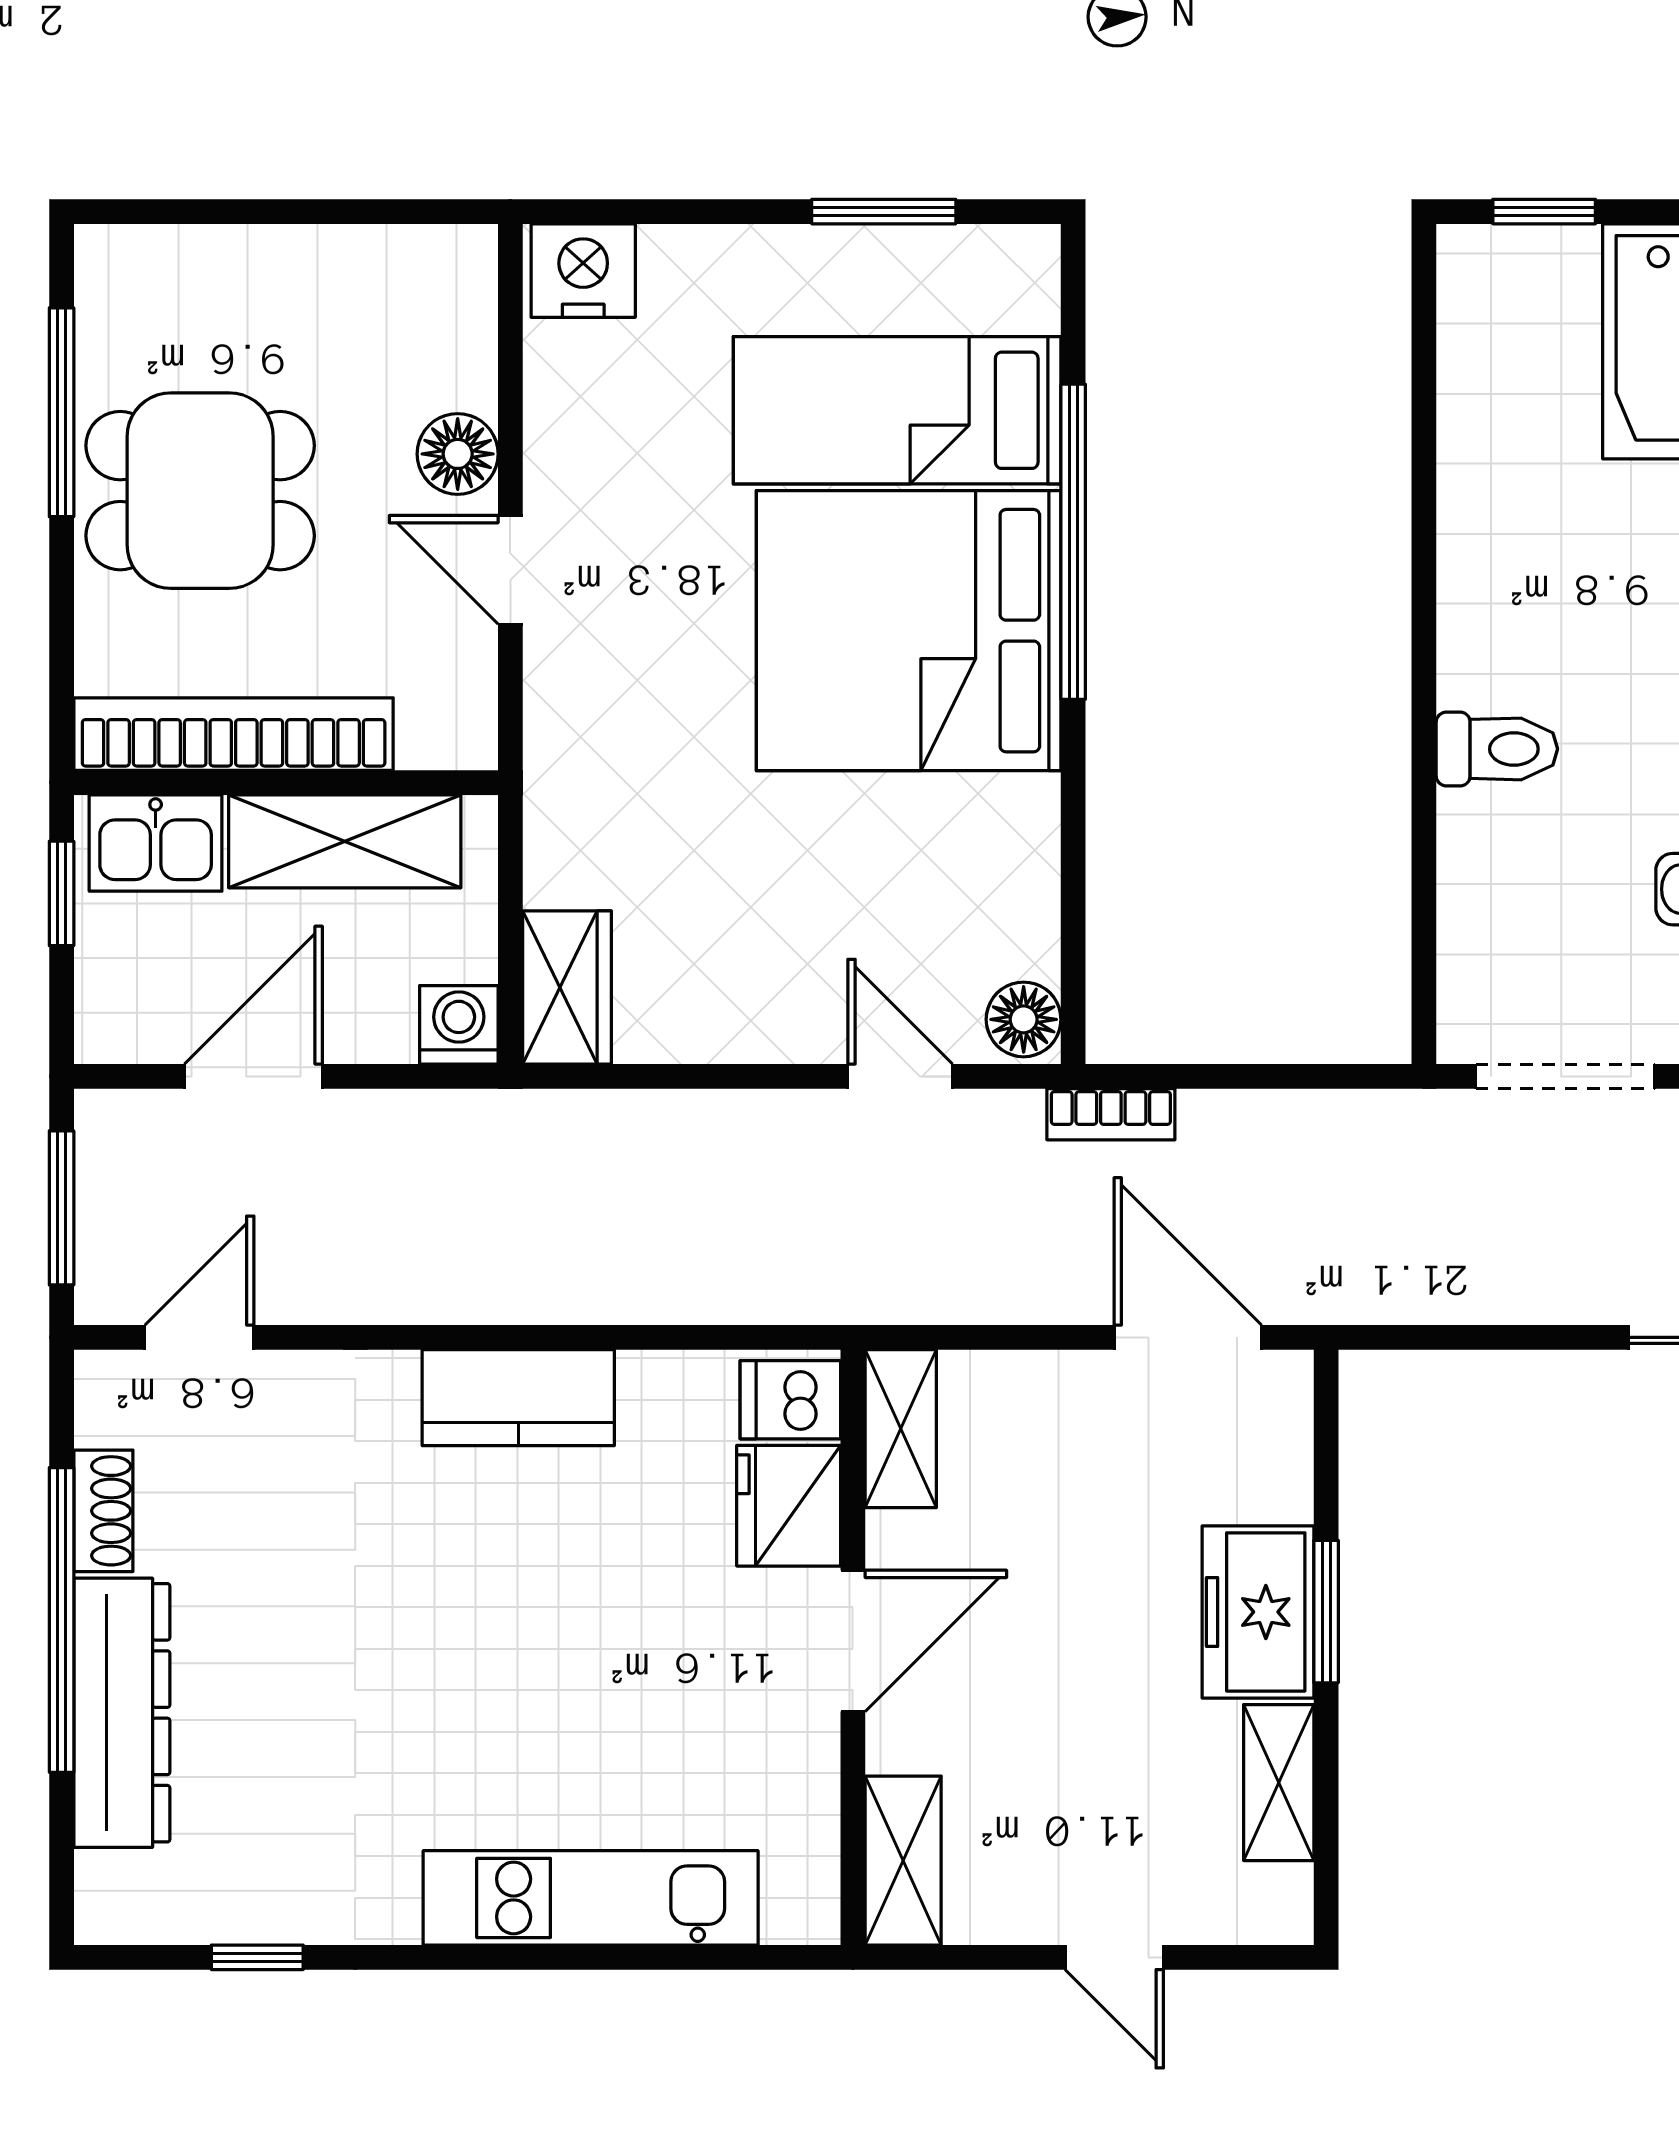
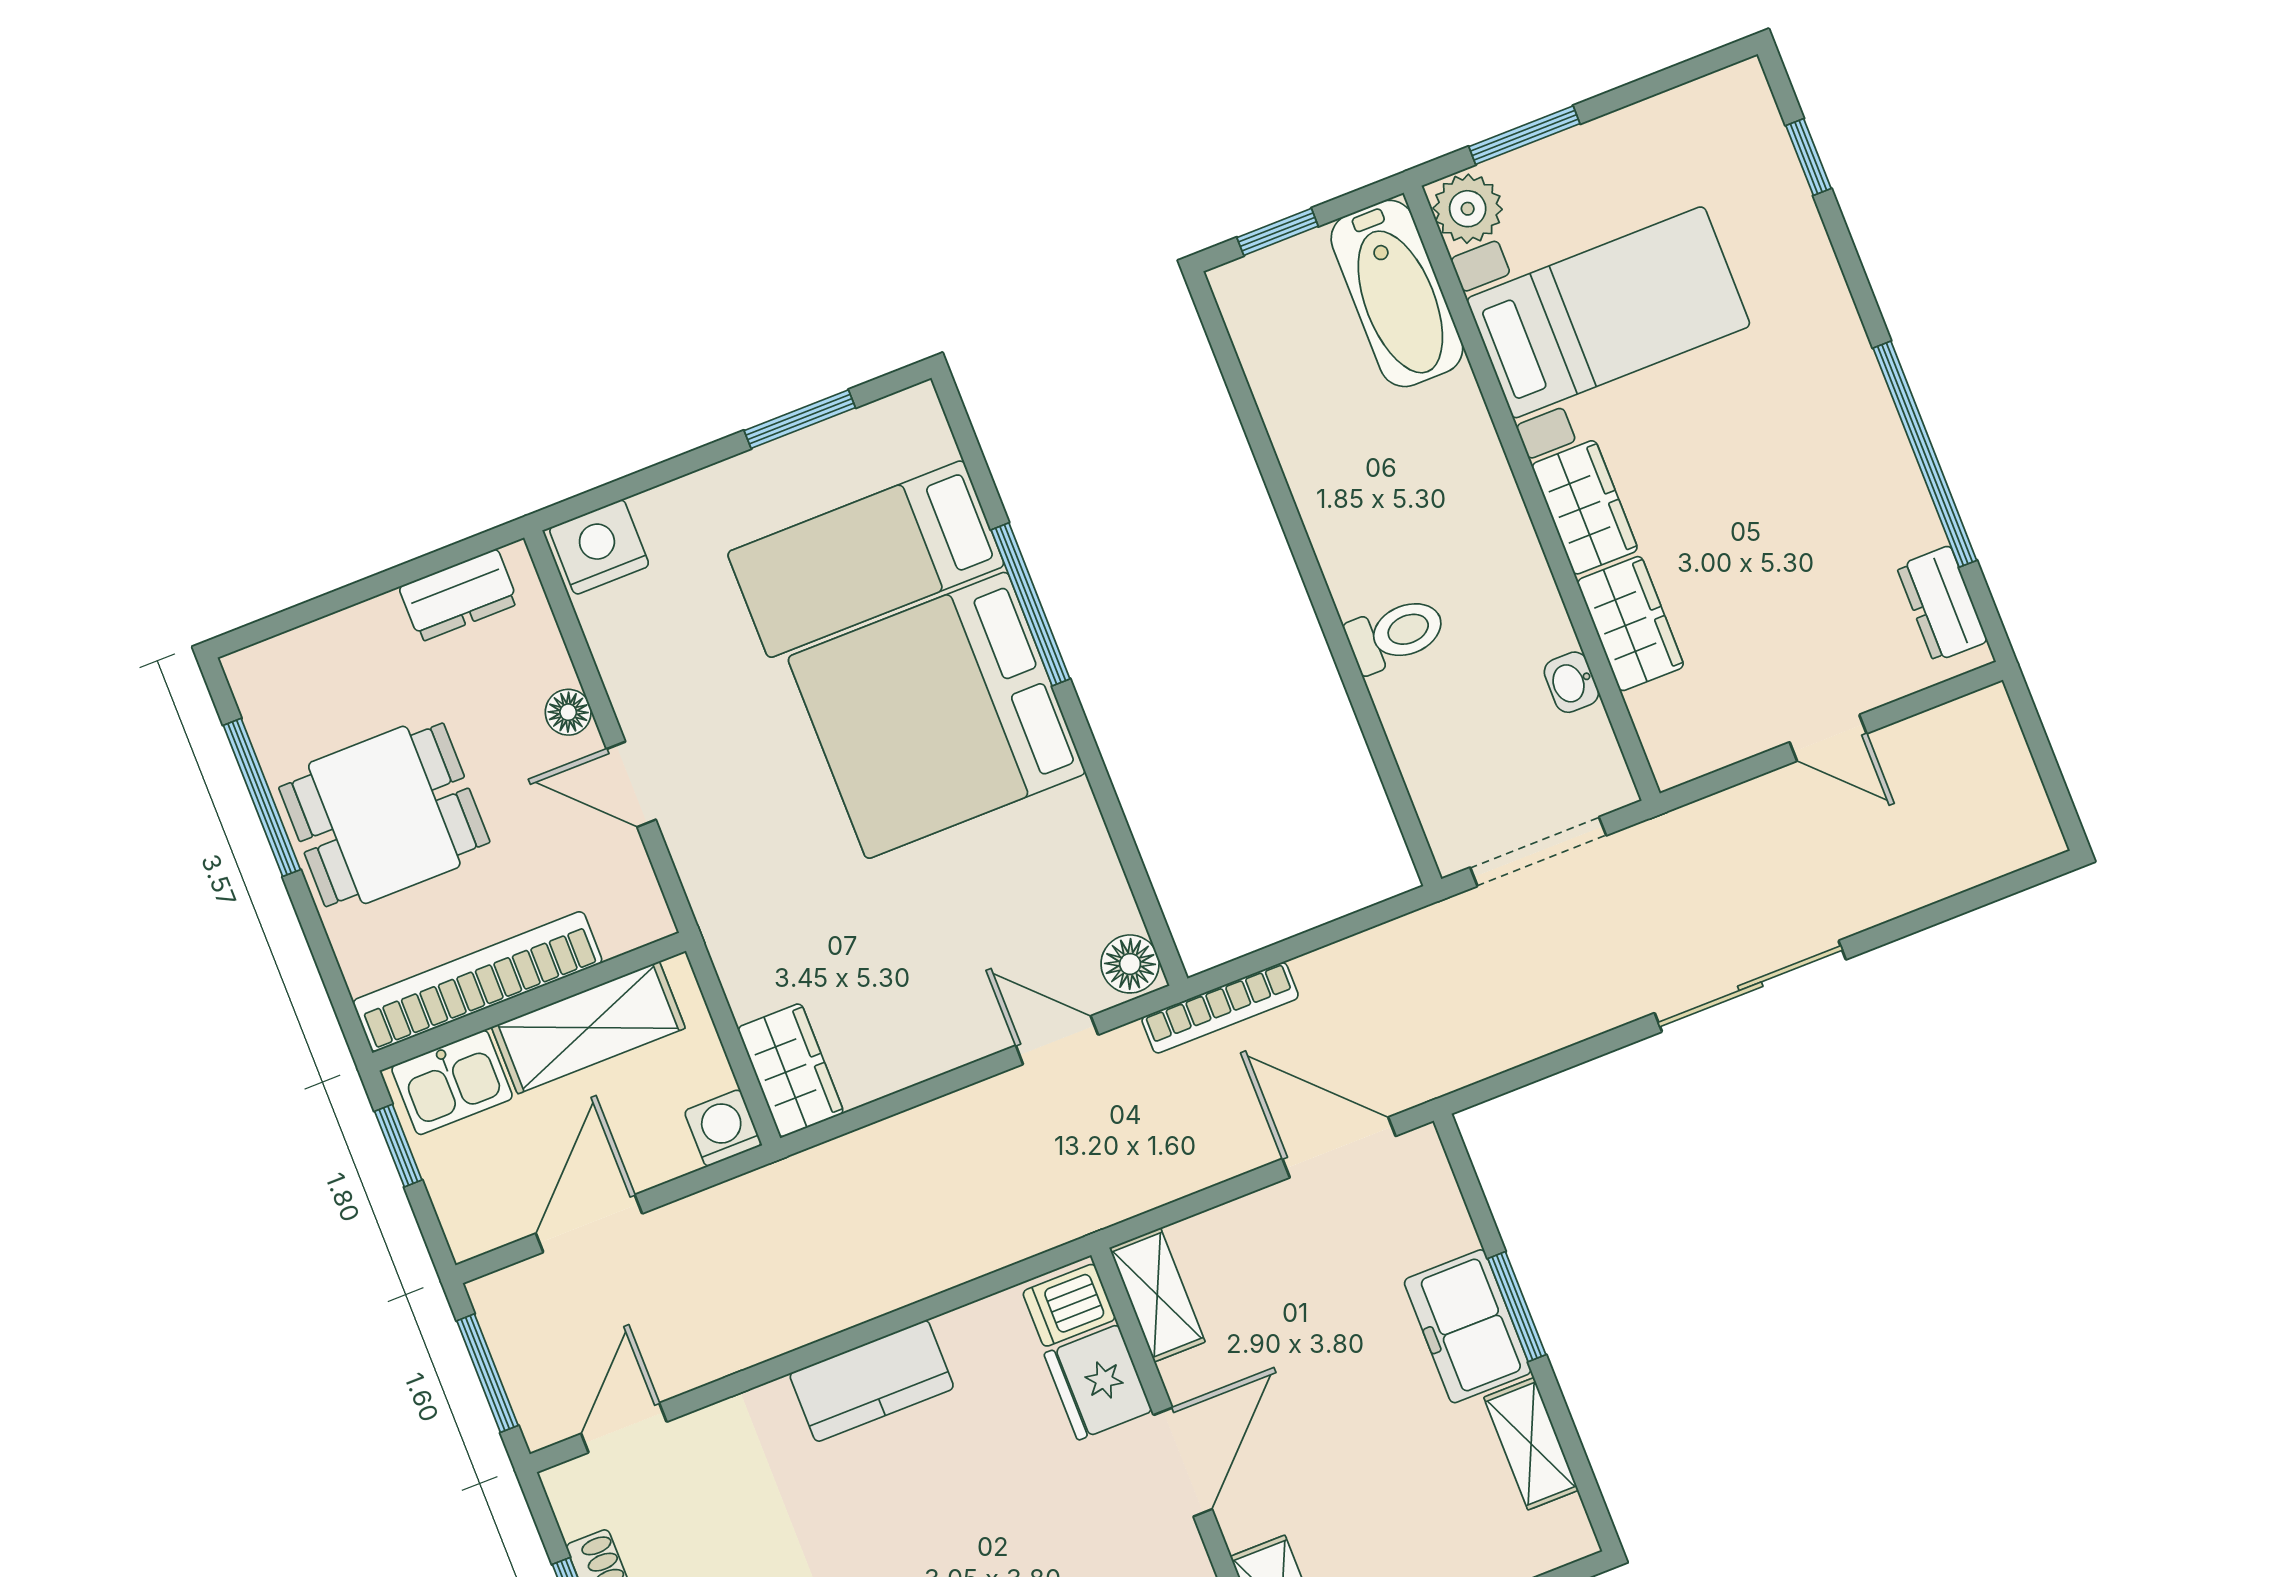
dresser: (392, 262) -> (459, 595), added
floor lamp: (458, 454) -> (568, 712), width x0.73, depth x0.73
window: (1073, 542) -> (1031, 604), width x0.68
bookcase: (1111, 1114) -> (1220, 1008), width x1.56

